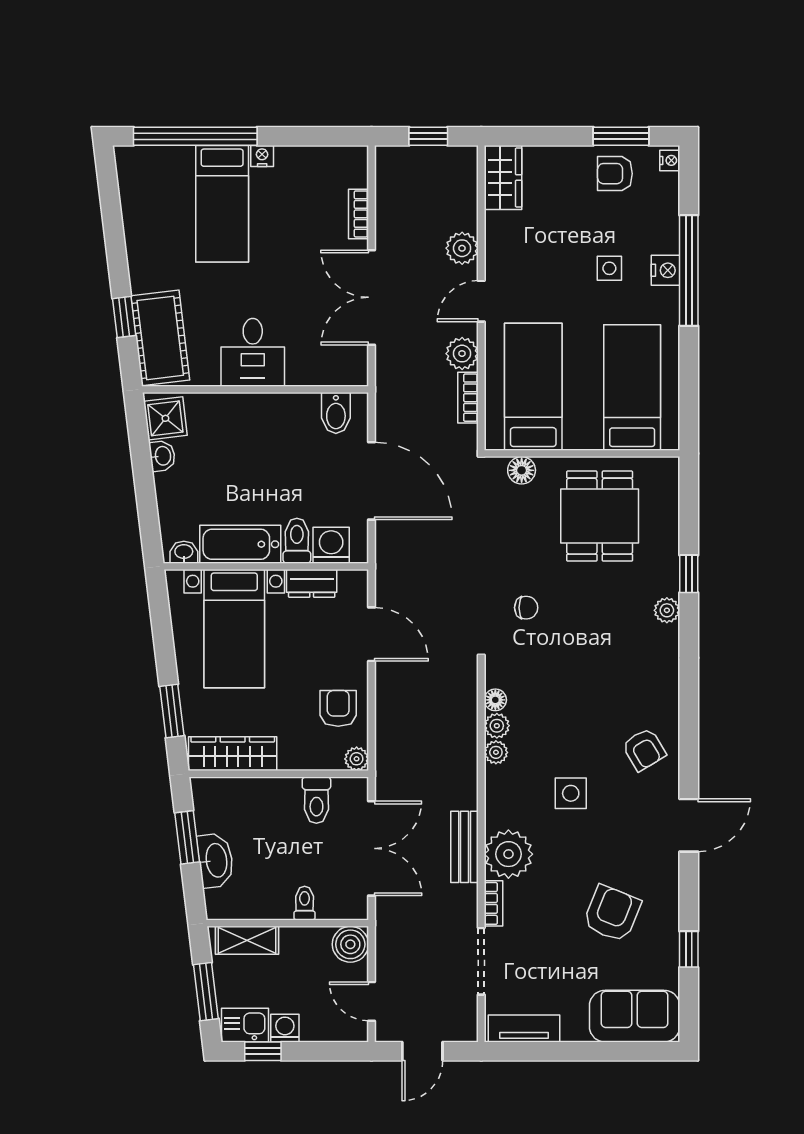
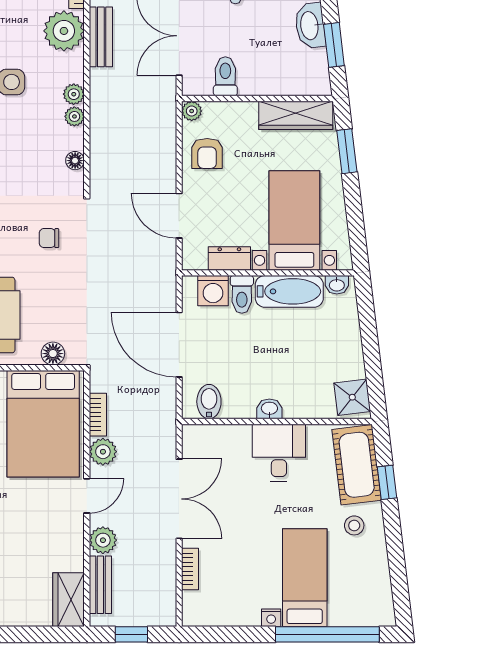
bench: (465, 195) -> (100, 585), added
stool: (163, 266) -> (354, 525), added
bed: (533, 387) -> (43, 424), width x1.50
washbasin: (162, 456) -> (269, 409), moved, turned 97
plant: (497, 726) -> (74, 94), moved

